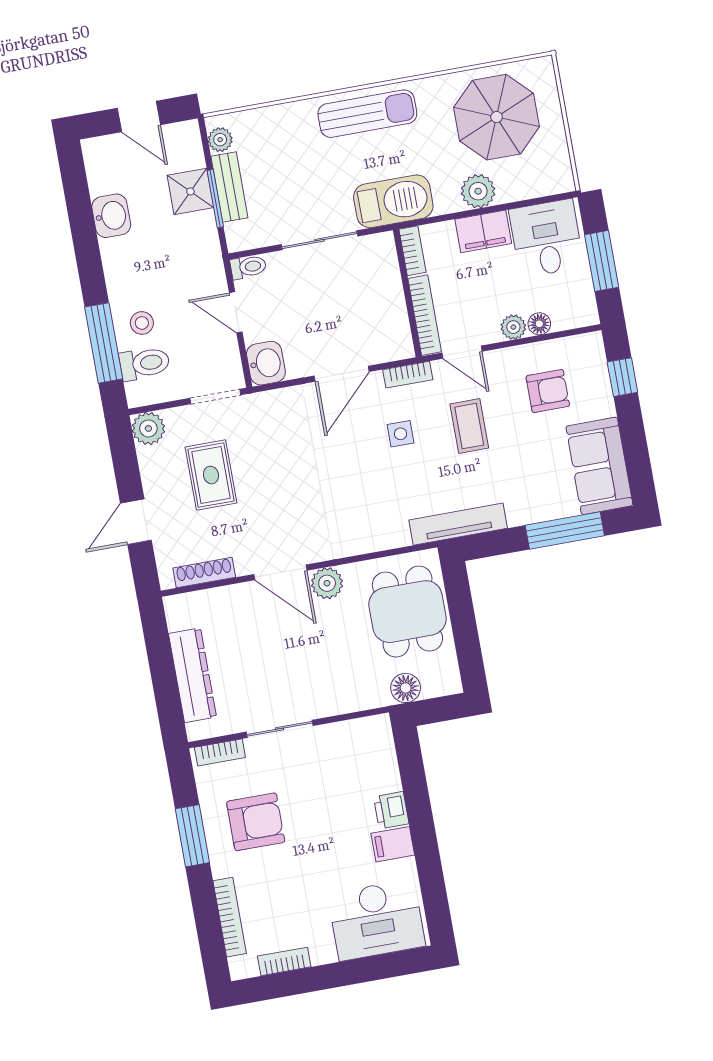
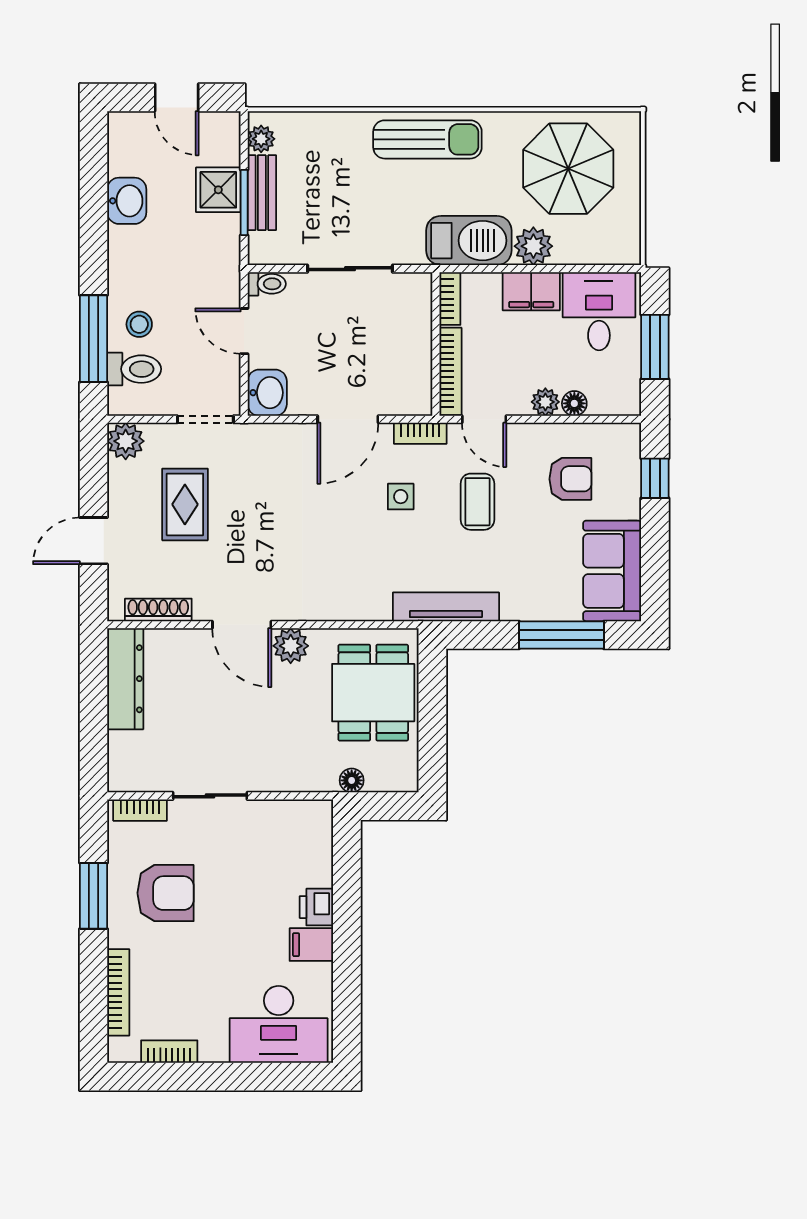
barbecue: (393, 201) -> (469, 241), moved
dresser: (193, 675) -> (125, 679), moved
floor lamp: (406, 688) -> (352, 780), width x0.73, depth x0.73

